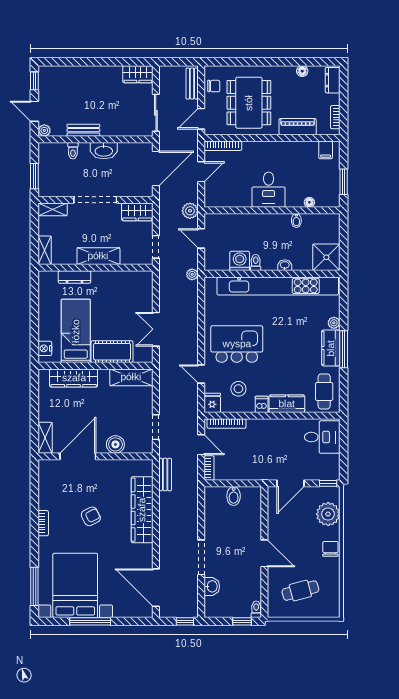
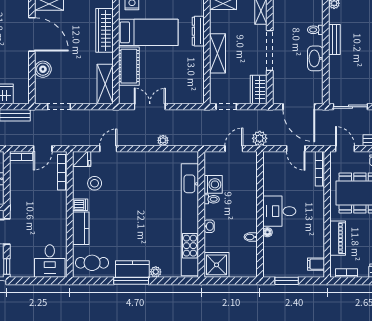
floor lamp: (309, 202) -> (267, 232), moved
plant: (192, 274) -> (163, 140), moved
kitchen island: (237, 344) -> (136, 182), removed

